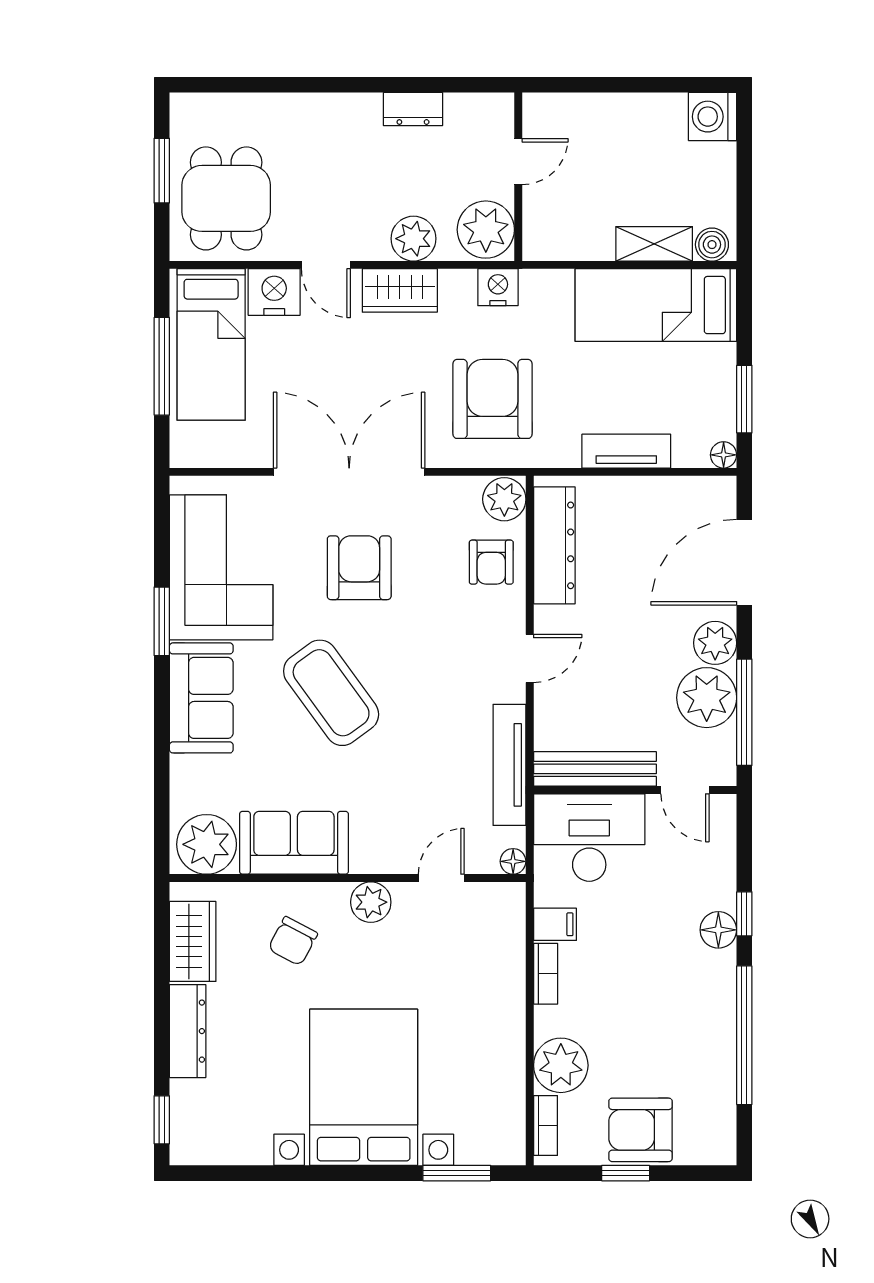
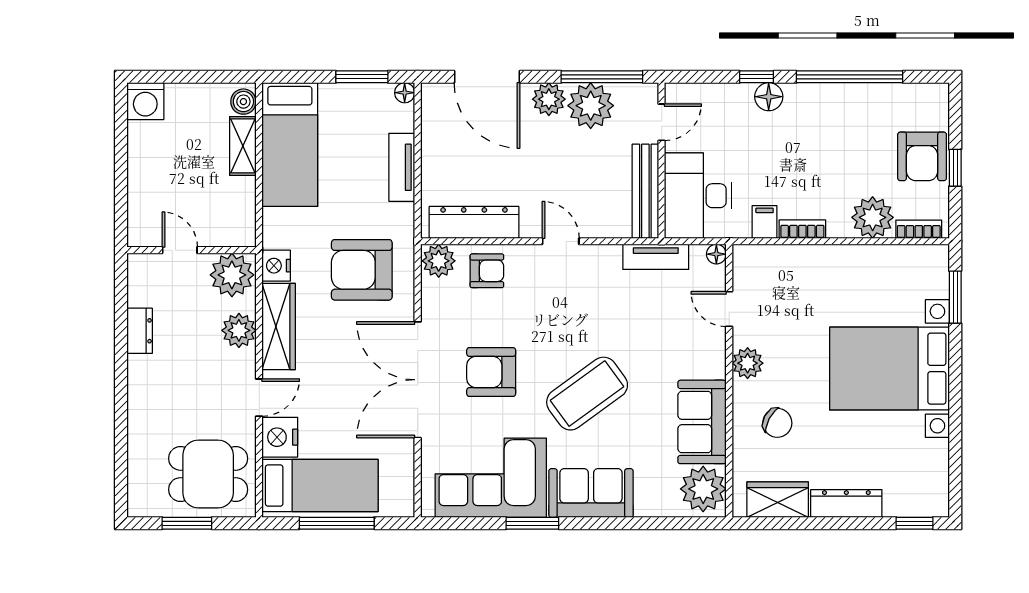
wardrobe: (400, 290) -> (279, 327), width x1.50
tv unit: (509, 765) -> (656, 257), width x0.71

